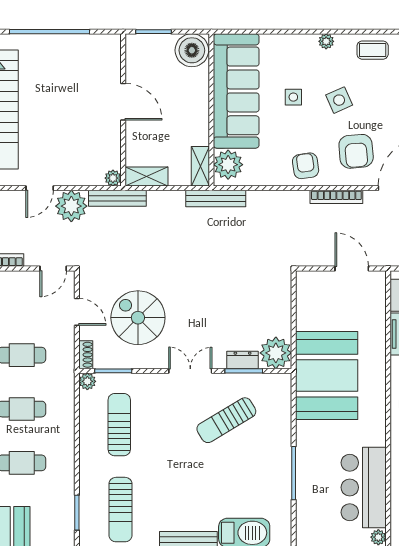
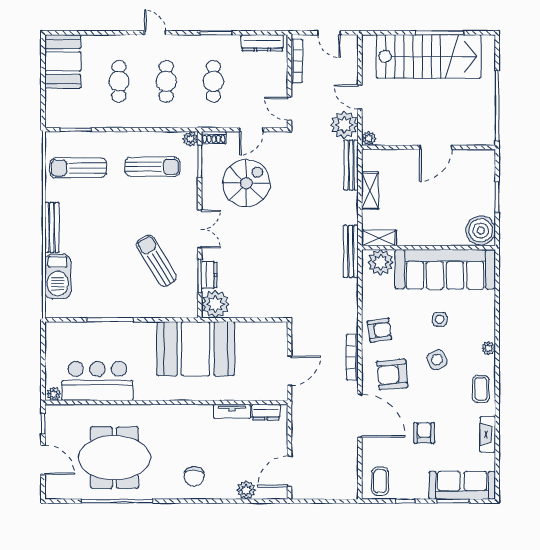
door: (123, 102) -> (436, 147), moved
wall: (123, 110) -> (428, 147), moved
plant: (113, 178) -> (369, 138), moved

